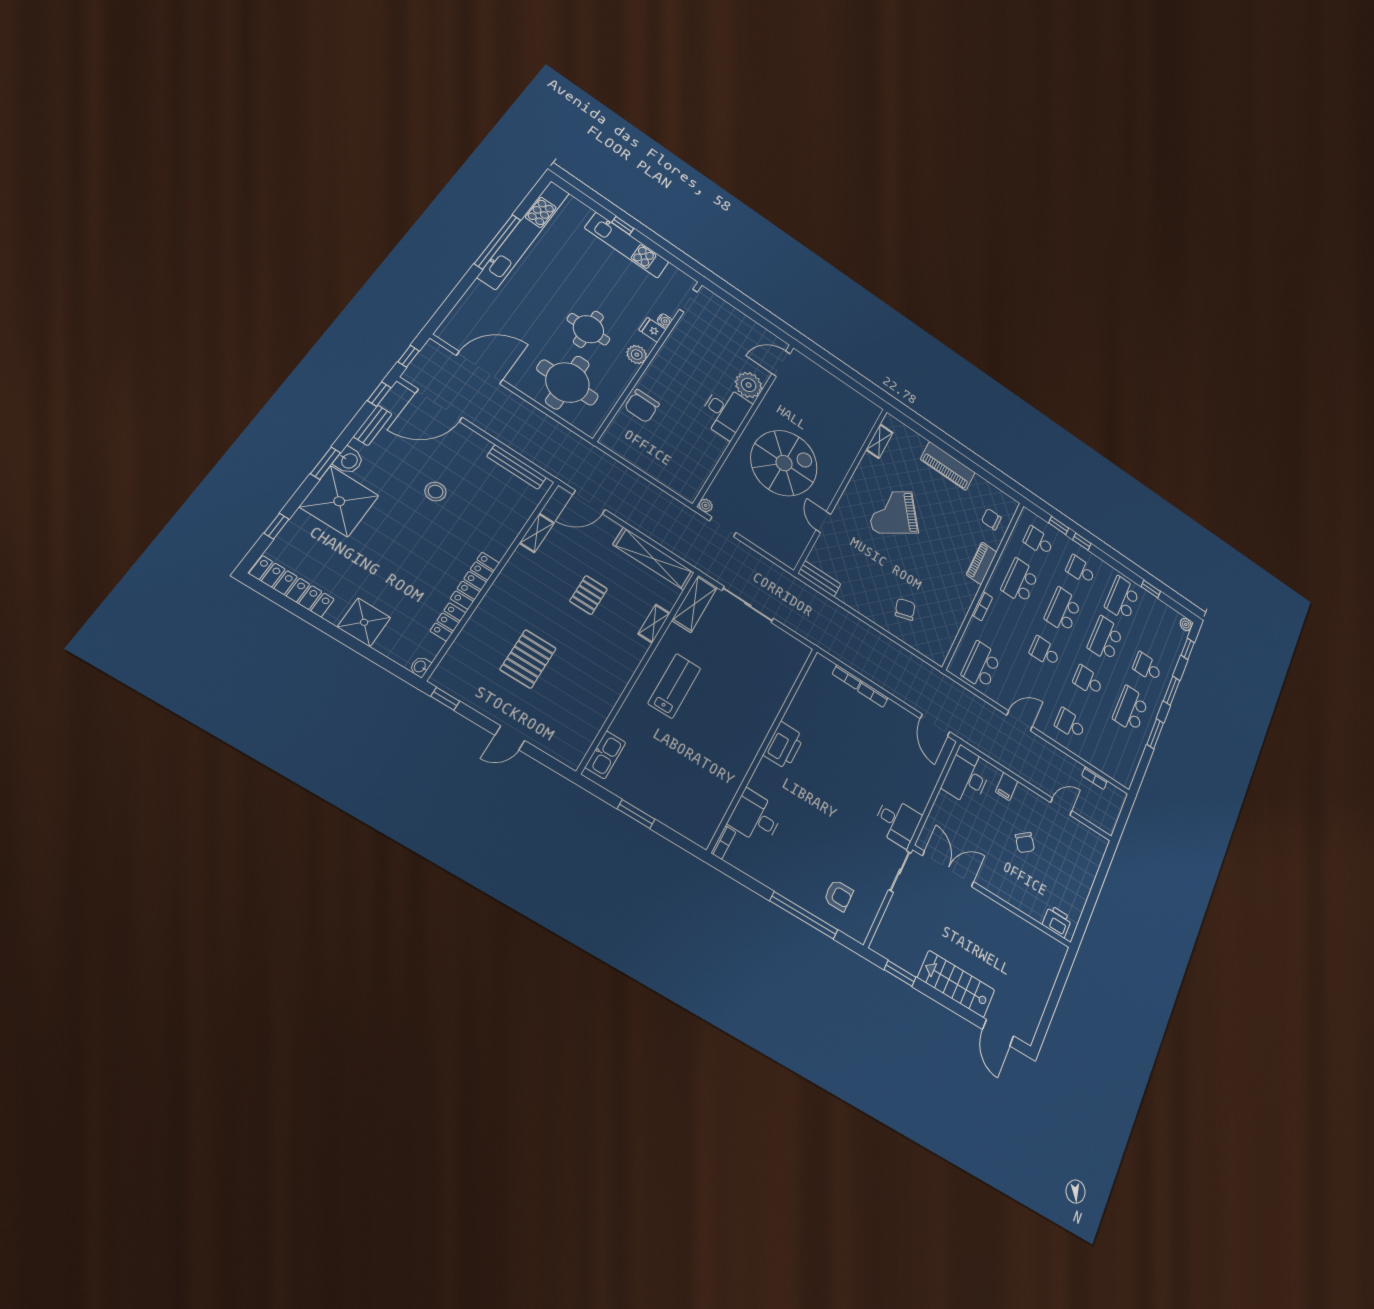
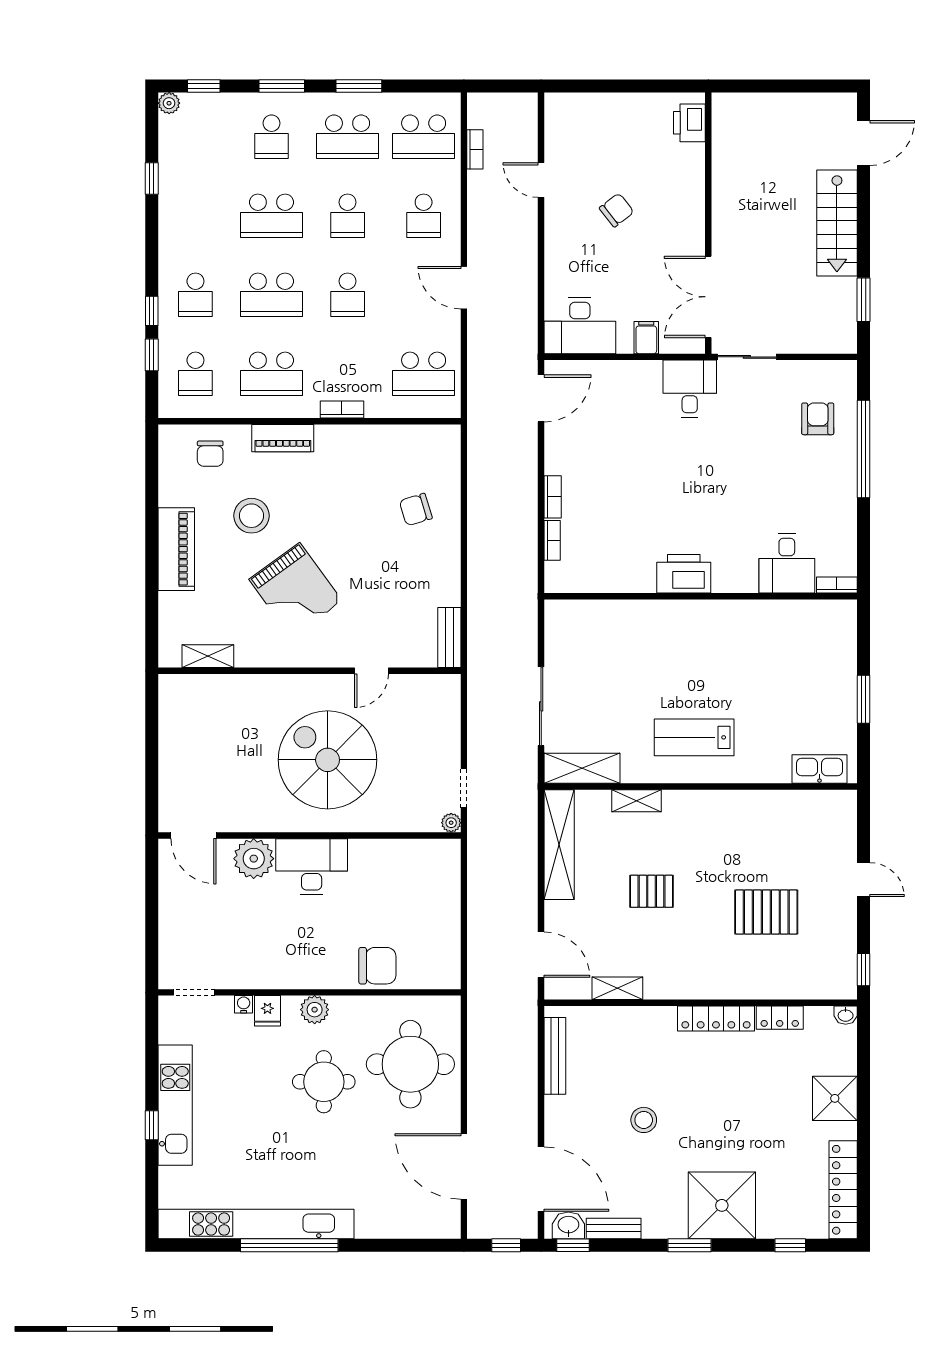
washbasin: (349, 461) -> (568, 1225), moved
stool: (947, 517) -> (251, 516), added
school desk: (1122, 598) -> (424, 137), moved
filing cabinet: (1007, 786) -> (646, 338), moved, turned -90

